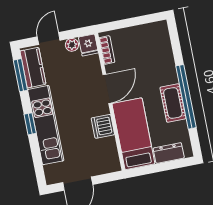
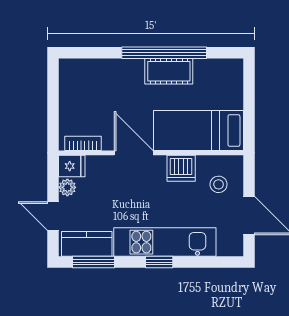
dresser: (169, 153) -> (233, 90), removed
stool: (96, 156) -> (219, 184), added

